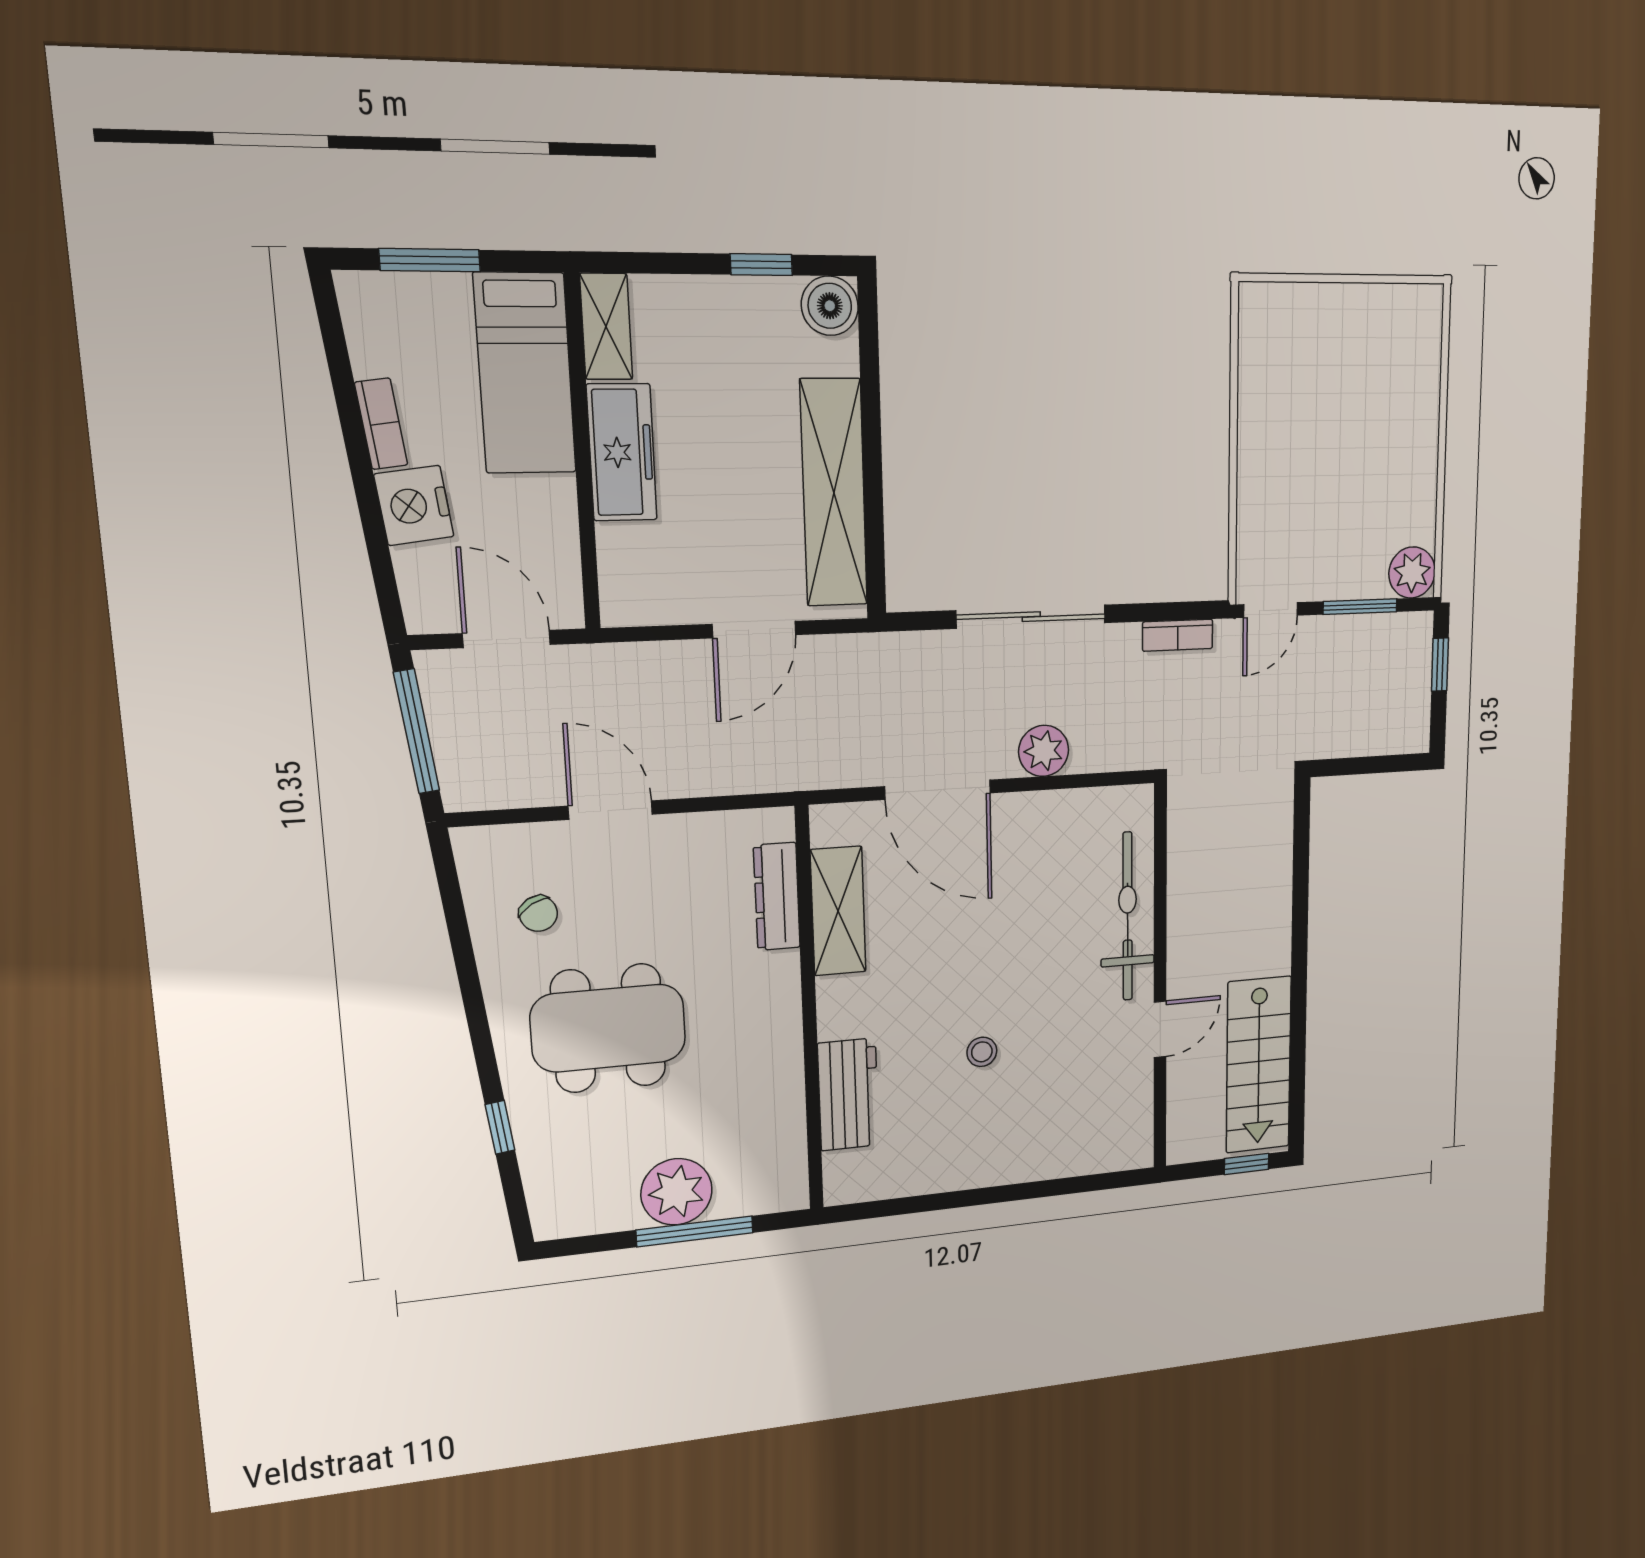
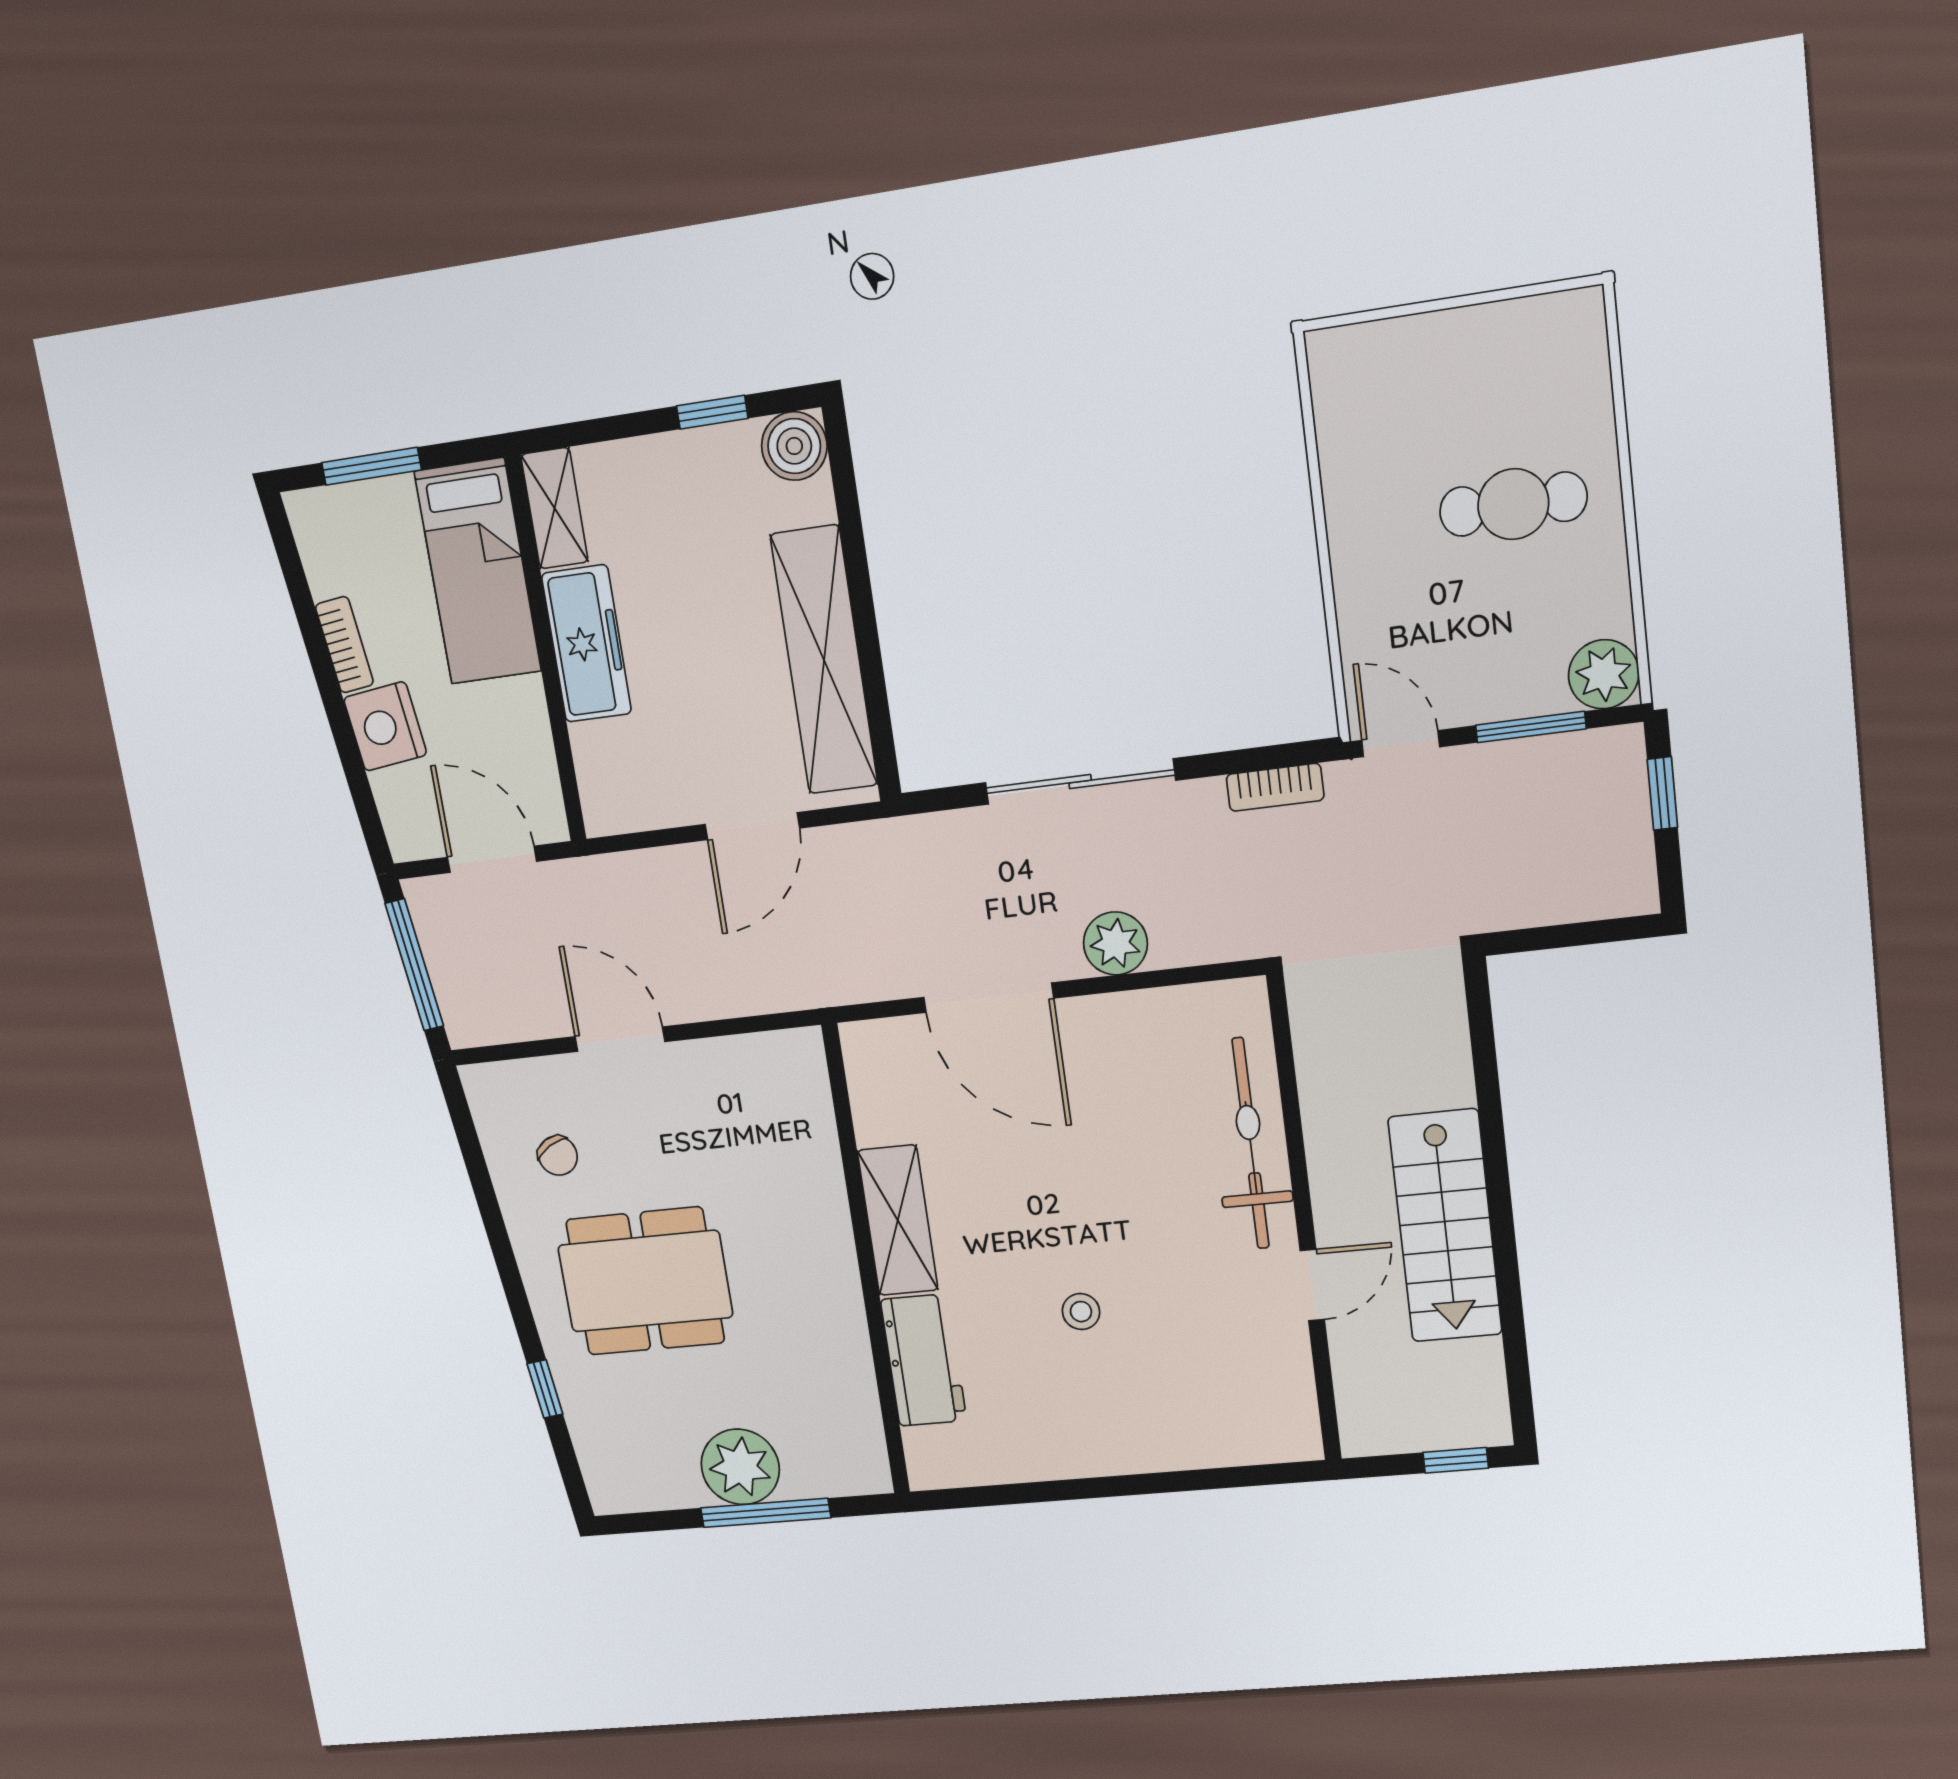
cafe table: (1367, 437) -> (1513, 504), added
door: (1270, 610) -> (1401, 744), swing flipped
dresser: (777, 897) -> (813, 1130), removed
shelving: (838, 911) -> (898, 1220), moved
stairs: (1259, 1065) -> (1445, 1226), moved

